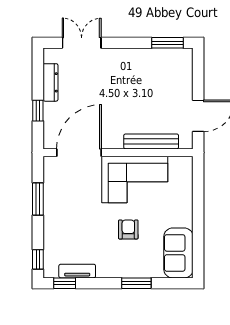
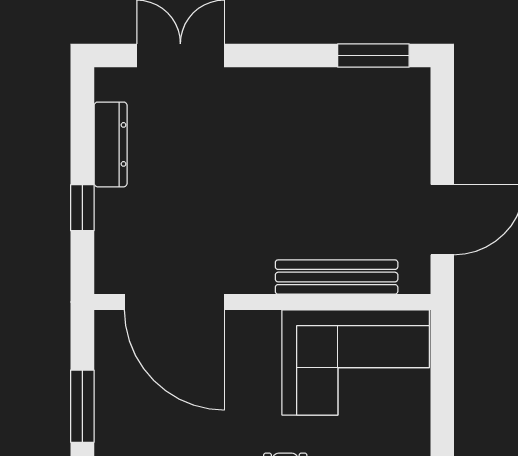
door: (79, 153) -> (175, 302), swing flipped
corner sofa: (135, 179) -> (356, 362), moved

